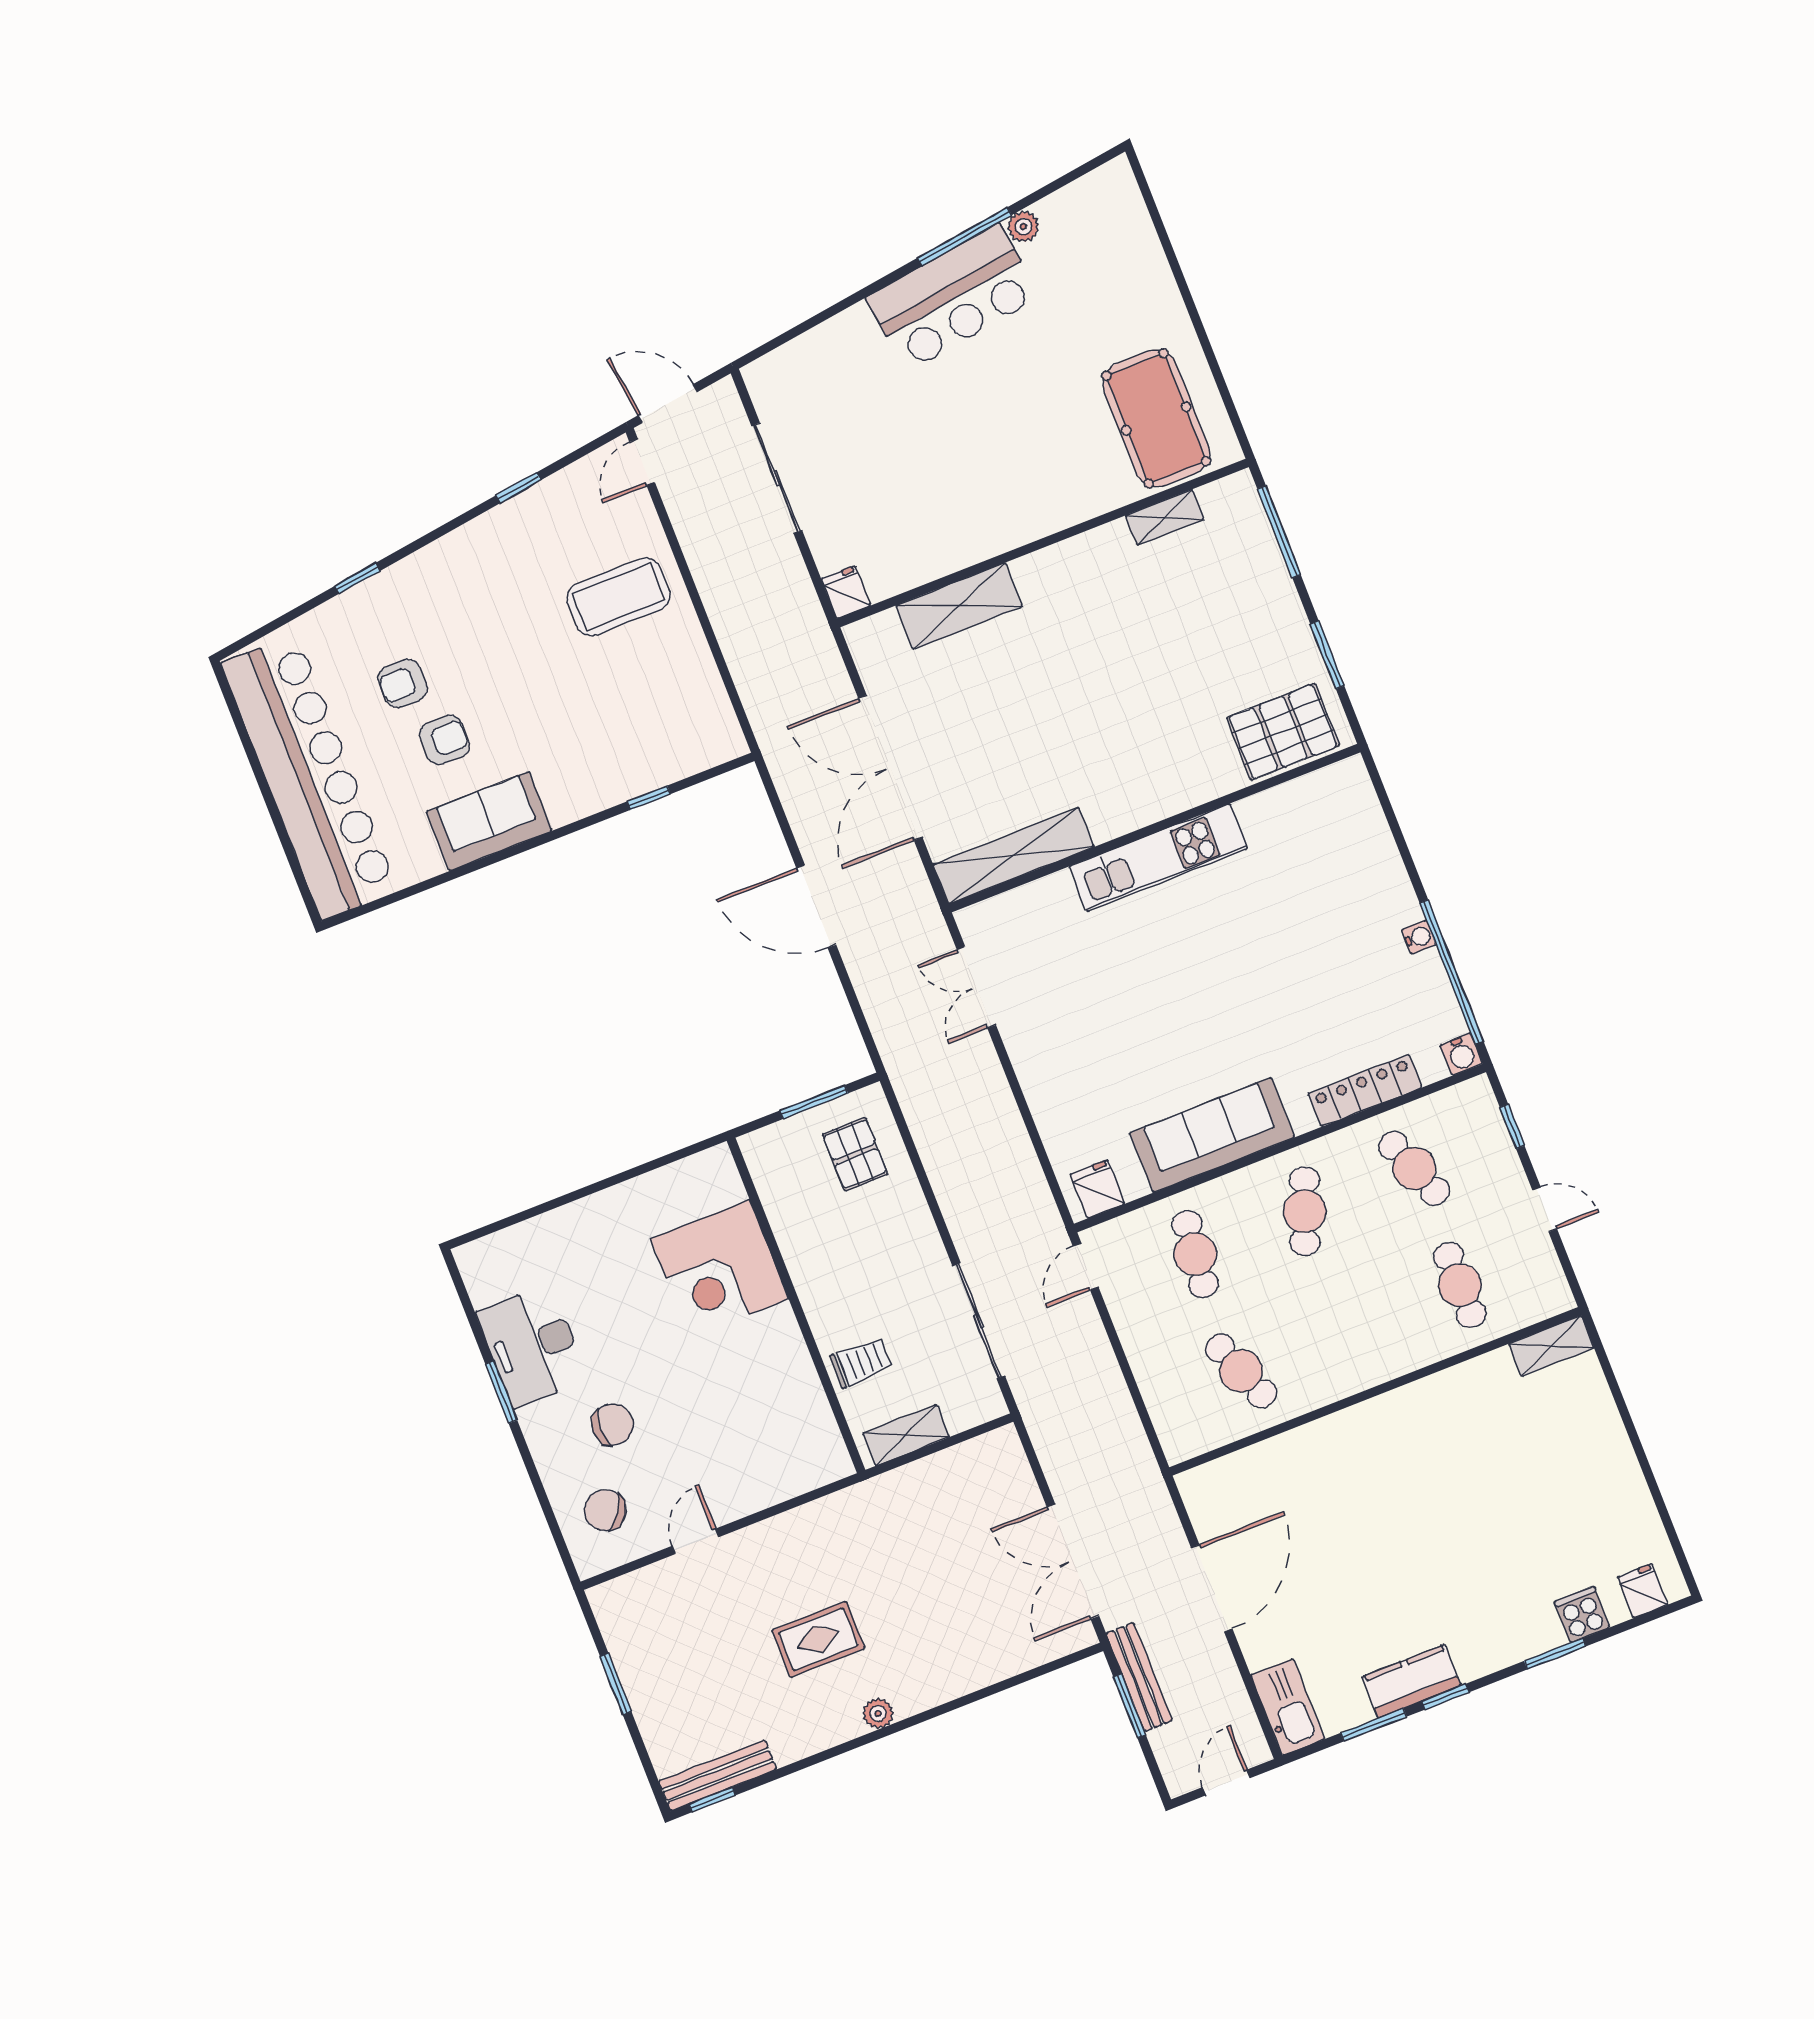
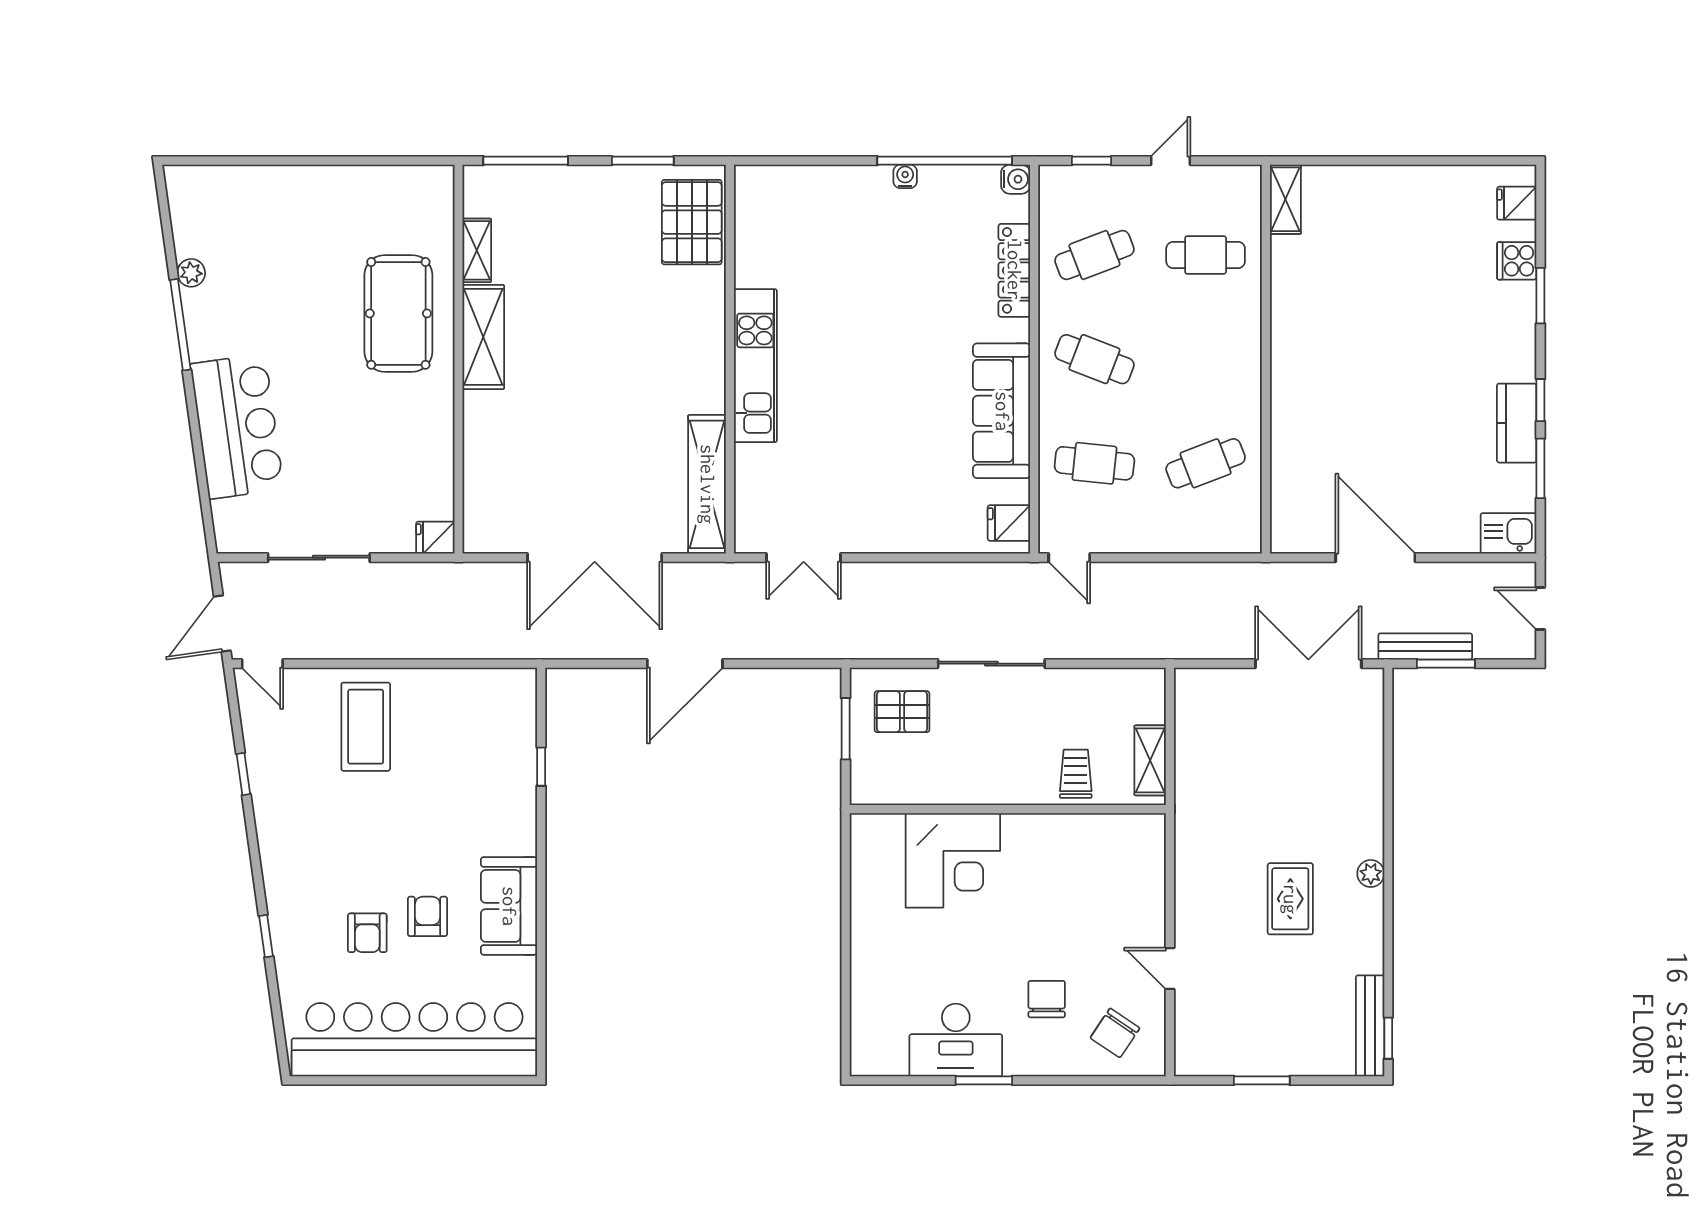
bar counter: (953, 297) -> (237, 426), moved
pool table: (1156, 418) -> (398, 313), moved, turned 90
shelving: (959, 606) -> (483, 337), moved
sliding door: (979, 1321) -> (991, 664), moved
double door: (1073, 1561) -> (1308, 664), swing flipped
kitchen sink: (1288, 1707) -> (1509, 533), width x0.73

